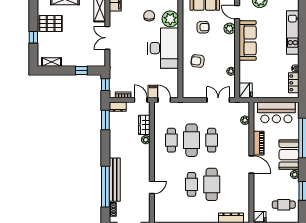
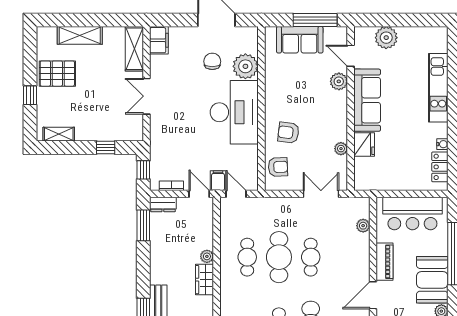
armchair: (203, 27) -> (278, 167), moved
fridge: (246, 90) -> (364, 145), moved
wardrobe: (144, 125) -> (205, 280), moved
door: (251, 164) -> (373, 295), swing flipped

